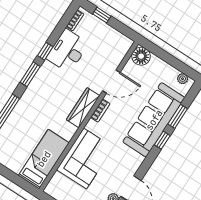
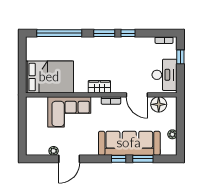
desk: (67, 51) -> (165, 75), moved, turned 90
floor lamp: (141, 56) -> (159, 104), moved
plant: (183, 79) -> (172, 134), moved
wardrobe: (83, 108) -> (99, 87), width x0.67
bed: (44, 159) -> (49, 77), width x1.50

